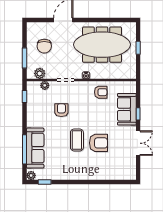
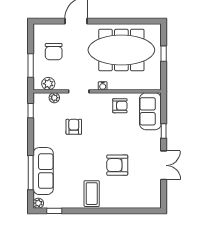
sofa: (127, 109) -> (150, 111), moved
coffee table: (77, 140) -> (92, 194), moved
armchair: (98, 143) -> (117, 165), turned 180

